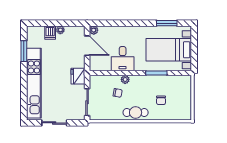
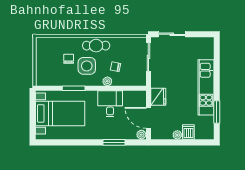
window: (167, 23) -> (114, 142), moved
fridge: (78, 76) -> (158, 97), moved
kitchen unit: (34, 83) -> (206, 87), width x0.73
side table: (144, 94) -> (87, 66), added
sliding door: (54, 123) -> (172, 34), moved

